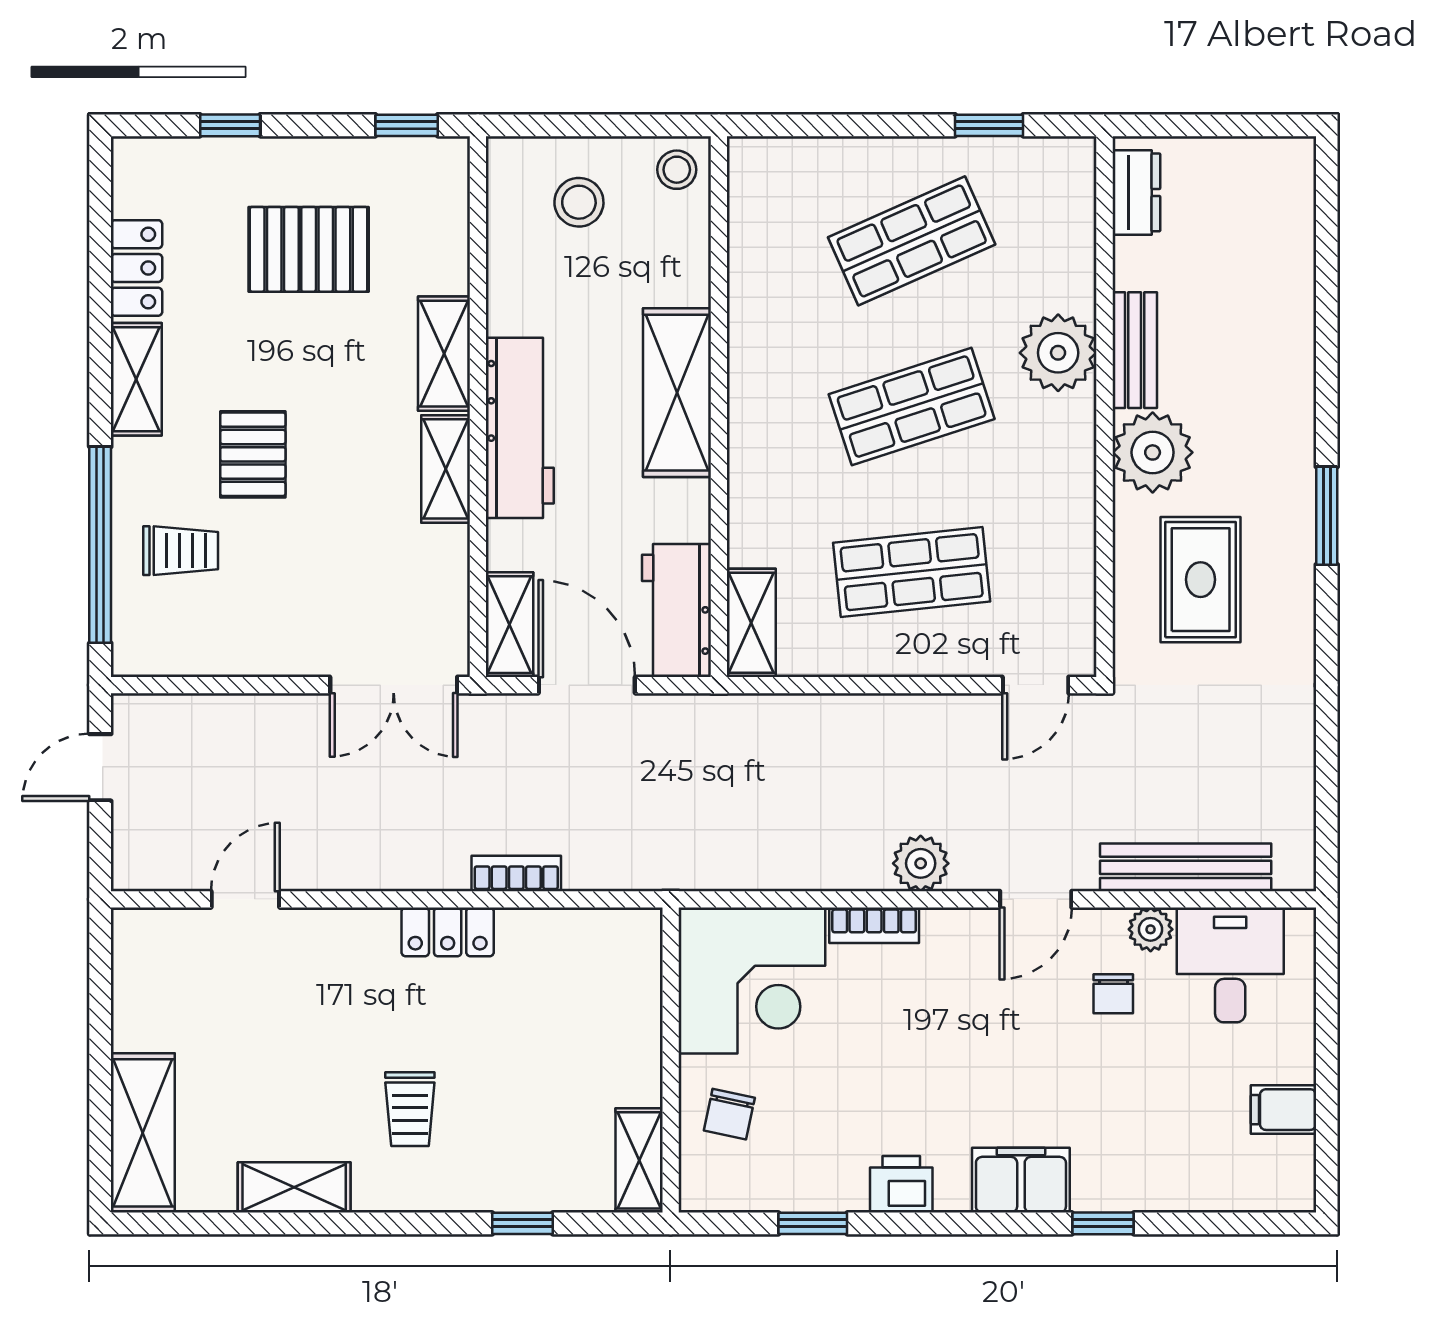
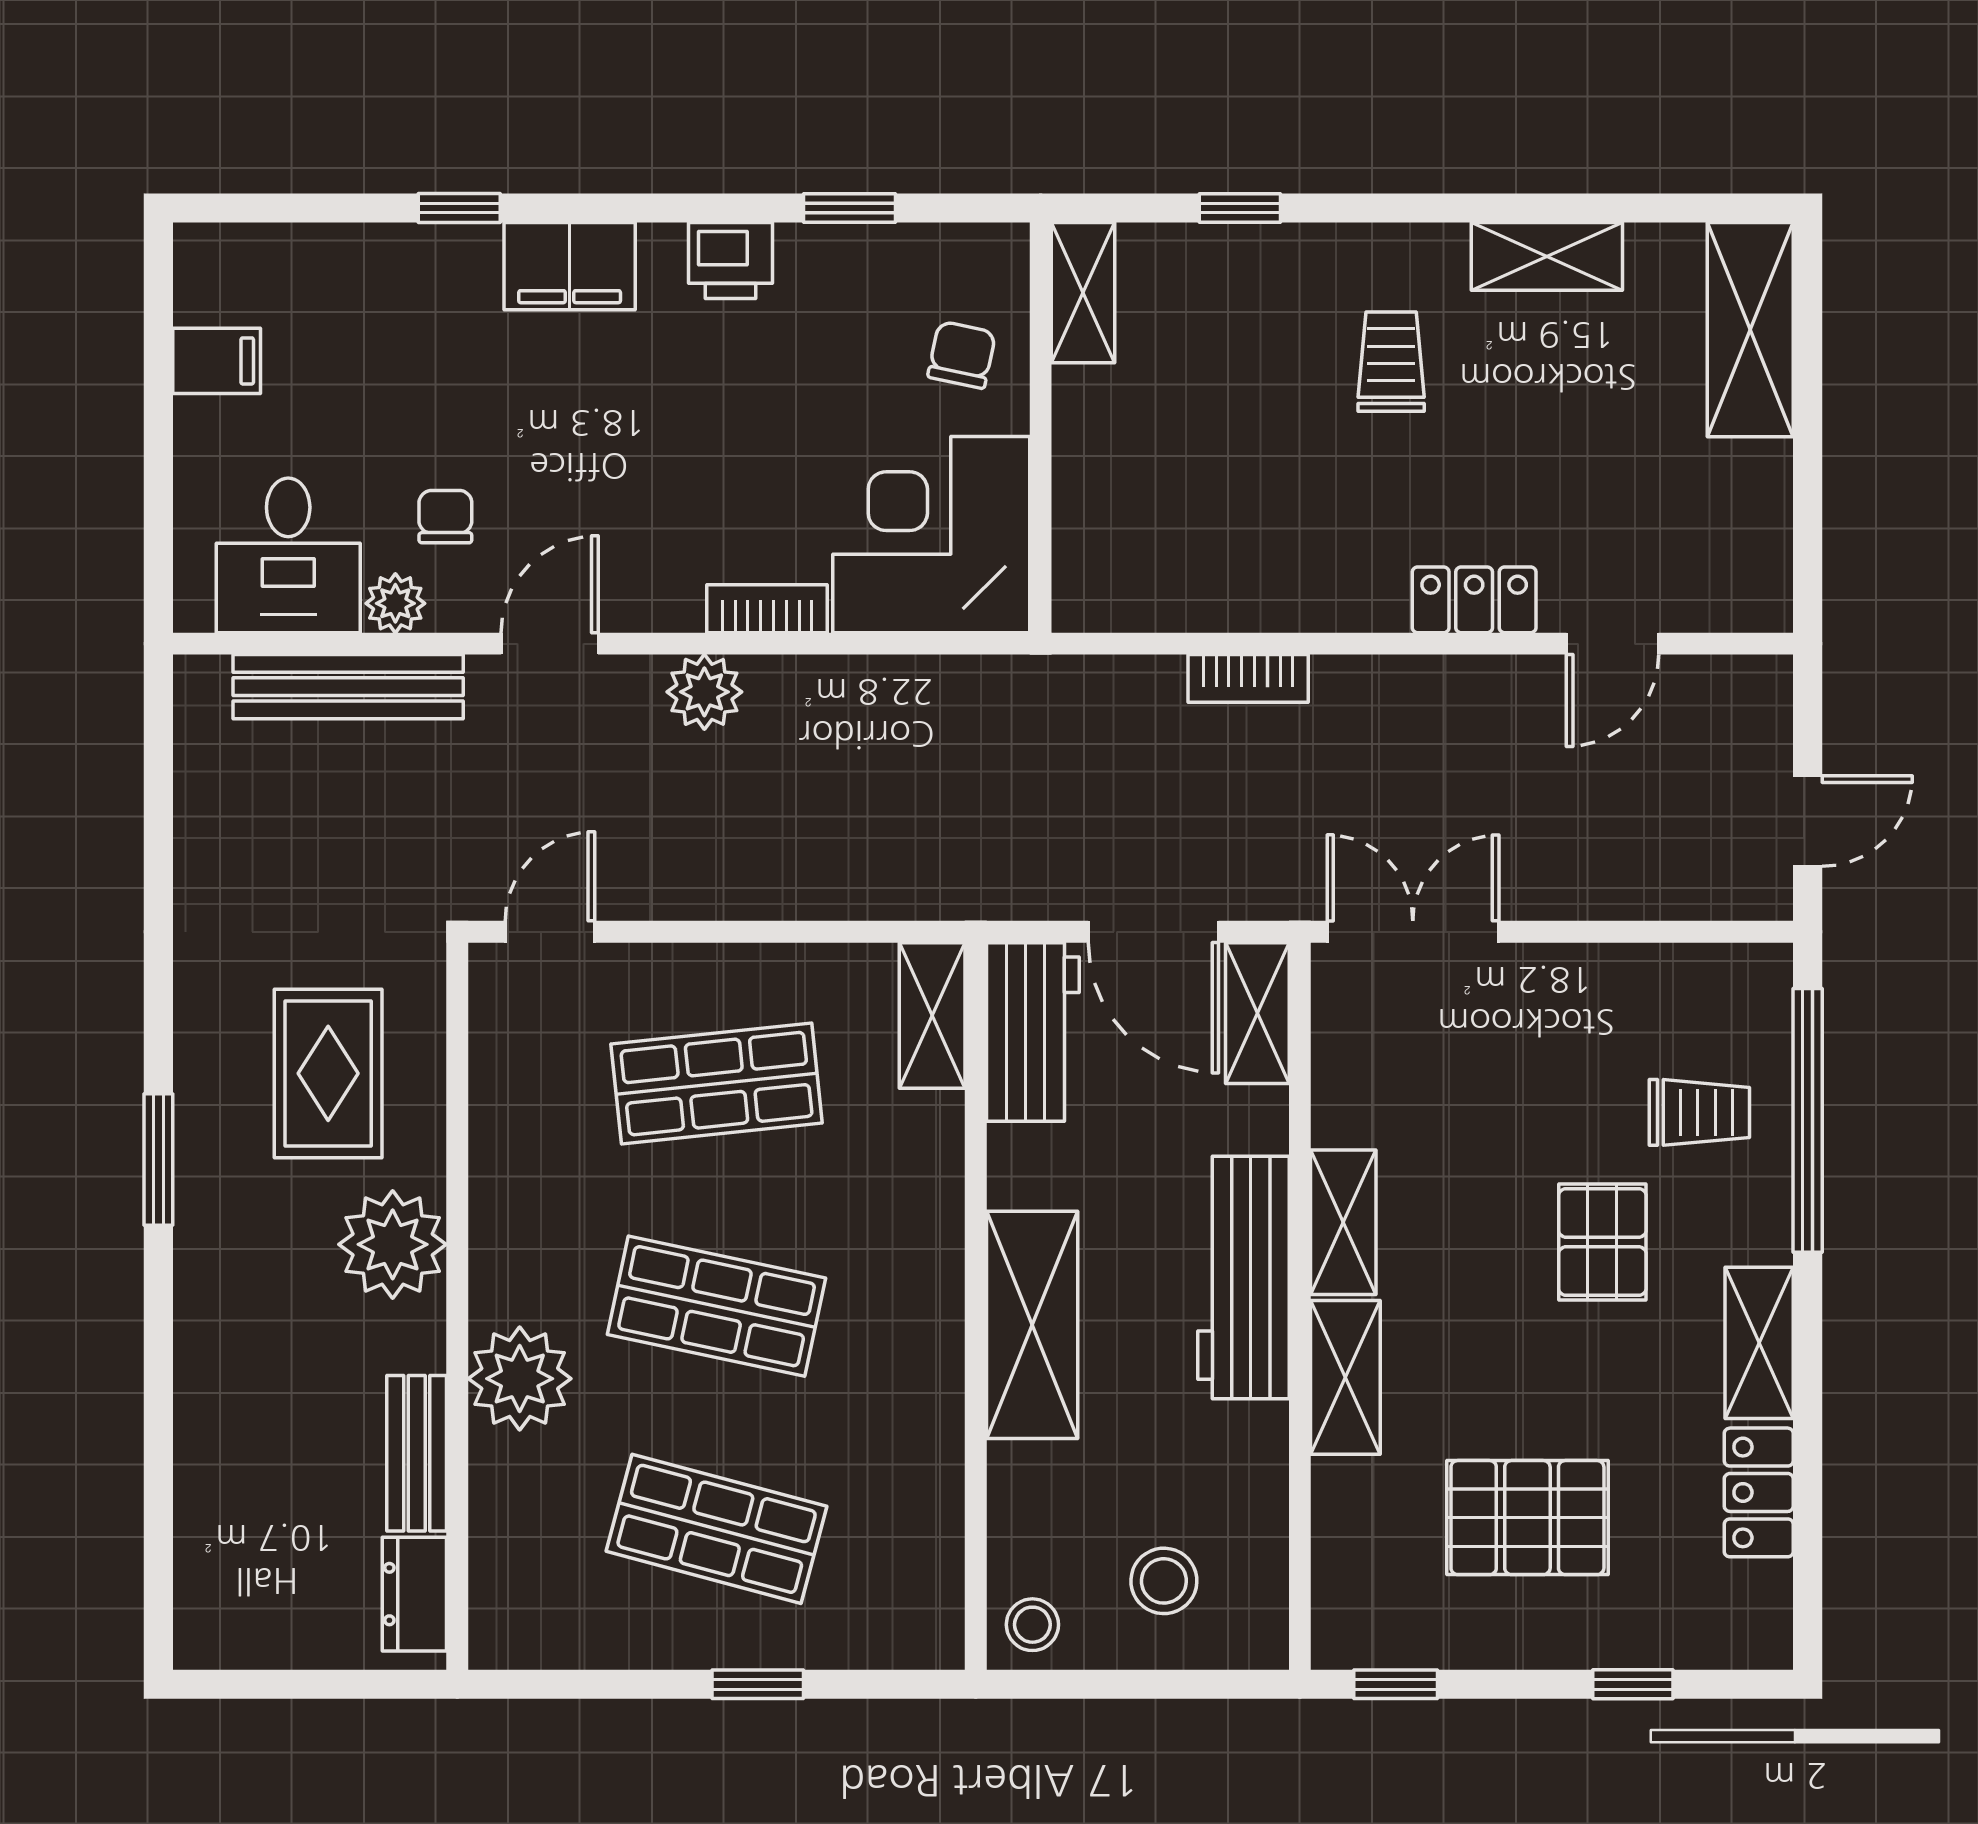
window: (989, 125) -> (758, 1684), moved
shop shelf: (912, 241) -> (717, 1529), turned 39
bench: (1135, 350) -> (417, 1453), moved
shop shelf: (912, 407) -> (717, 1306), turned 30
trolley: (181, 551) -> (1699, 1112), turned 180
locker: (448, 932) -> (1474, 600), moved

